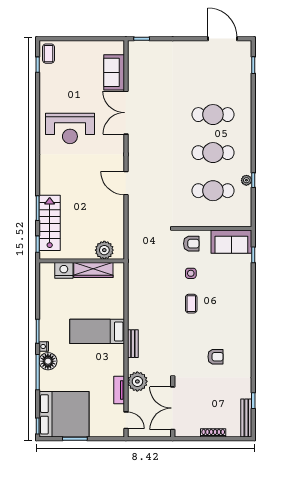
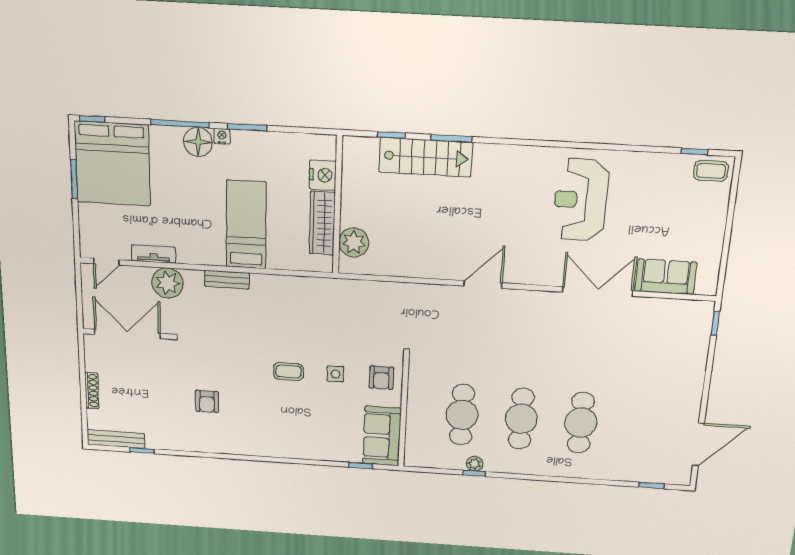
plant: (104, 250) -> (354, 242), moved
wall: (82, 261) -> (338, 205), moved
nightstand: (64, 270) -> (323, 175), moved
wardrobe: (93, 270) -> (322, 223), moved

